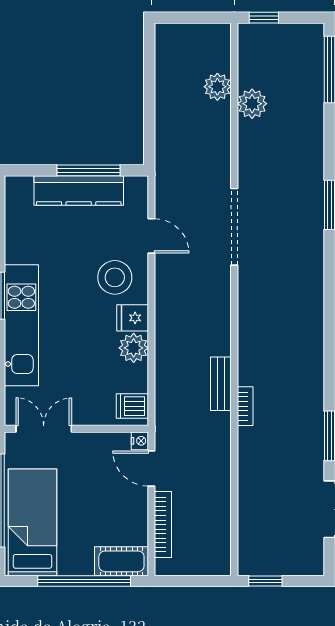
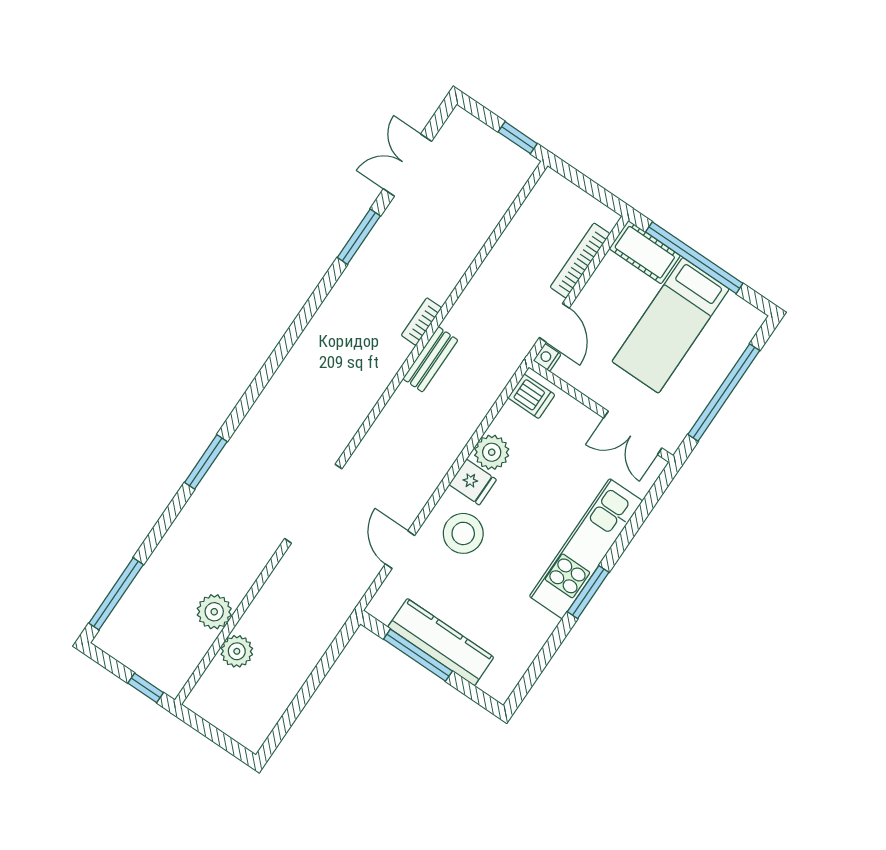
bed: (32, 522) -> (671, 325), moved

